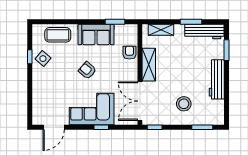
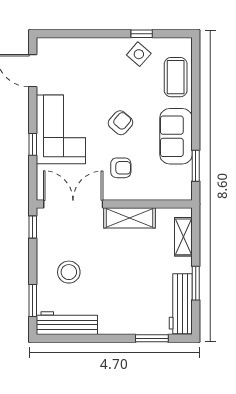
armchair: (129, 53) -> (121, 168), moved
workbench: (217, 79) -> (67, 323), moved

